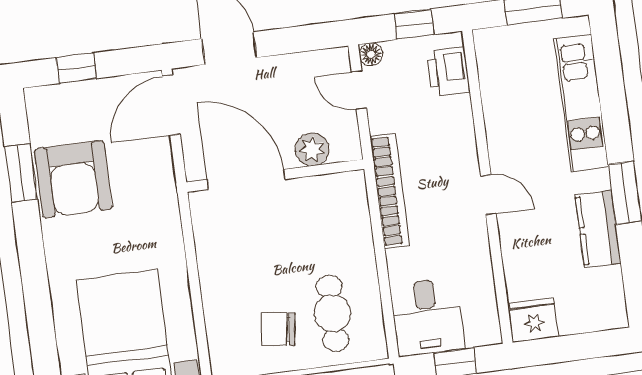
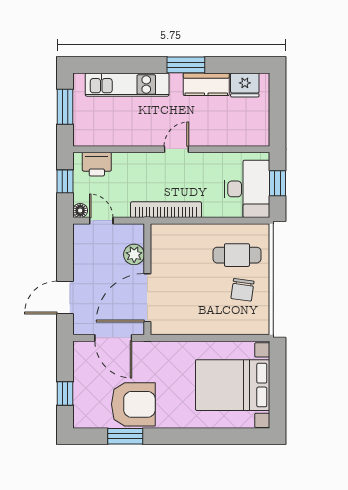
door: (359, 90) -> (101, 221), swing flipped
door: (171, 105) -> (113, 338), moved
desk: (427, 317) -> (247, 189), width x1.37
fridge: (534, 320) -> (245, 85), moved, turned -90

